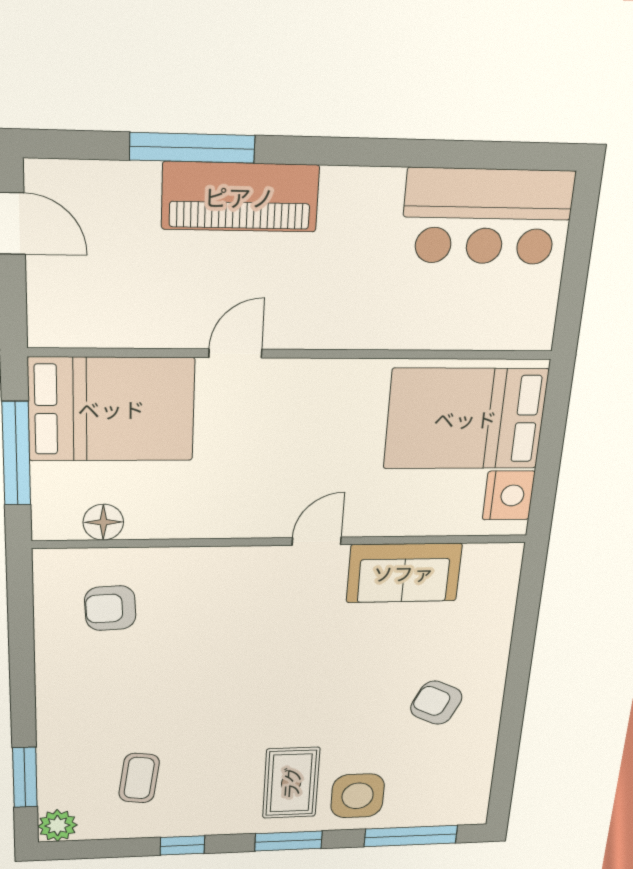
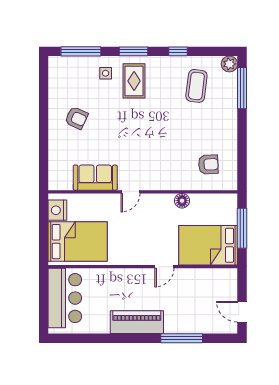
piano: (240, 197) -> (137, 322), moved
bar counter: (487, 217) -> (65, 298), moved, turned 90
floor lamp: (103, 522) -> (182, 201), moved
window: (25, 777) -> (242, 88), width x1.44
coffee table: (139, 778) -> (196, 86), width x1.36, depth x1.30
side table: (358, 796) -> (106, 73), width x0.54, depth x0.54

